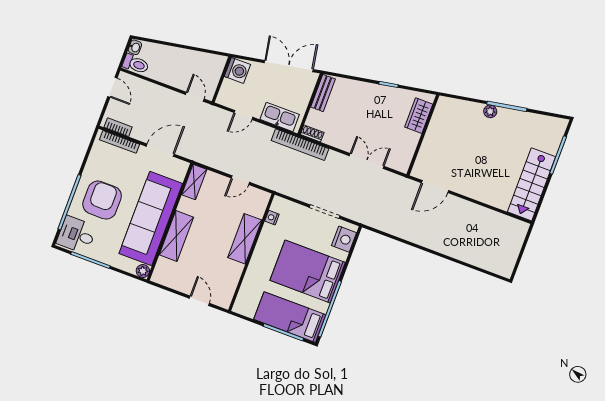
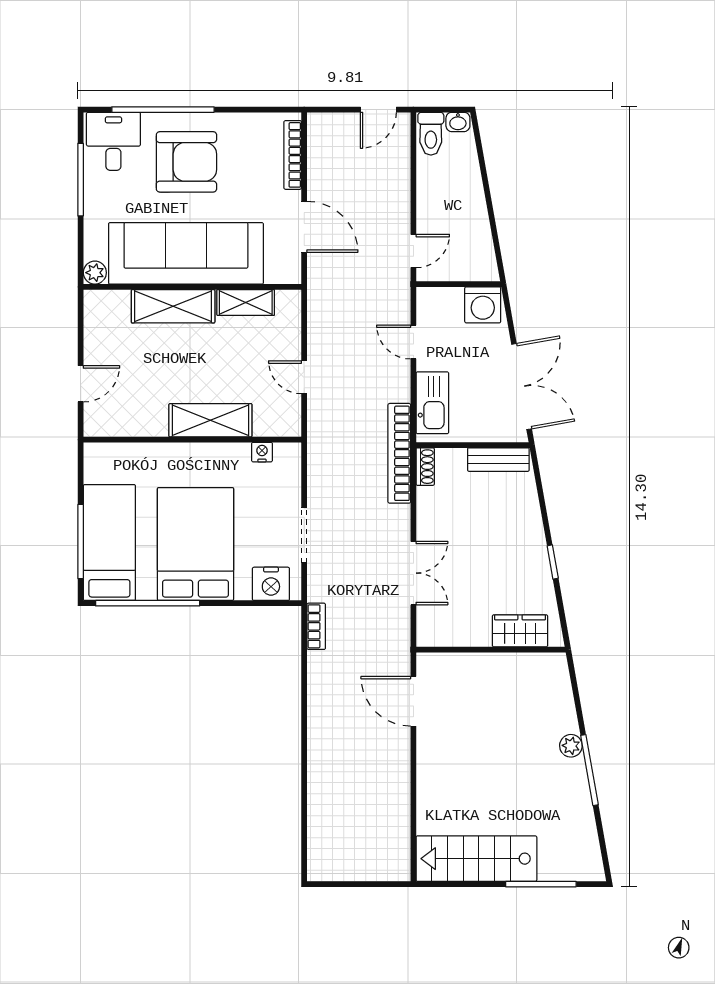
bookcase: (118, 127) -> (316, 626), moved
shelving: (194, 182) -> (246, 302), moved

